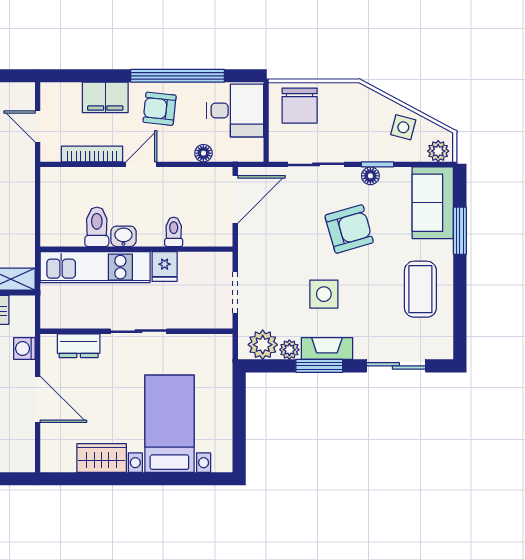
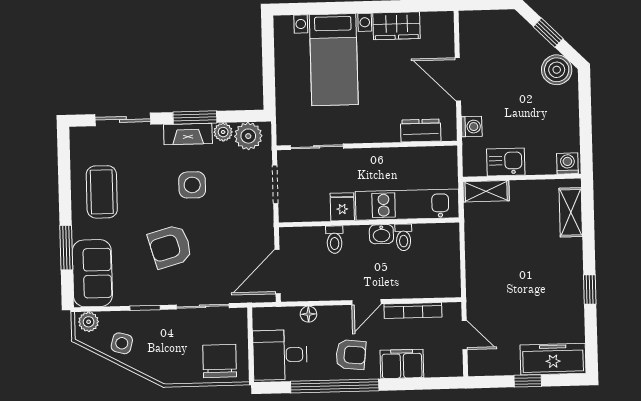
floor lamp: (370, 176) -> (151, 297), removed
toilet: (97, 227) -> (404, 237), width x0.73, depth x0.72
sliding door: (138, 331) -> (317, 147), moved

